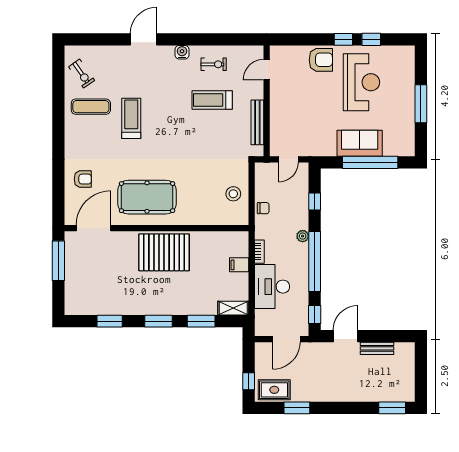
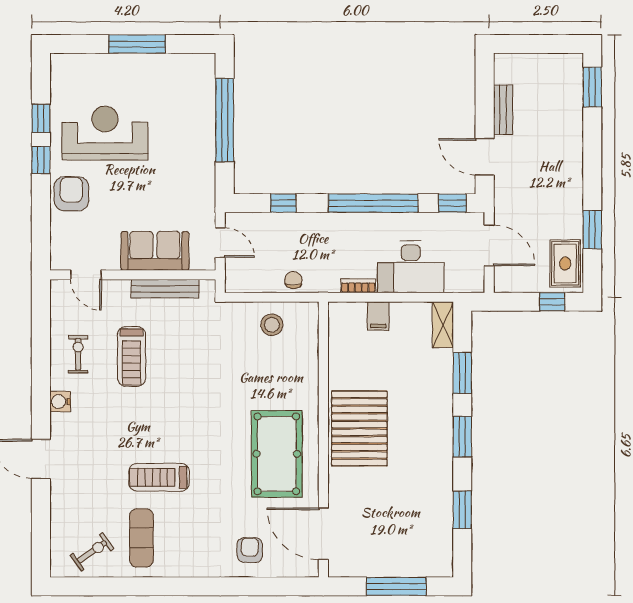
sofa: (360, 143) -> (155, 251), moved, turned 90
plant: (303, 236) -> (335, 221), removed
window: (58, 261) -> (396, 586), moved

